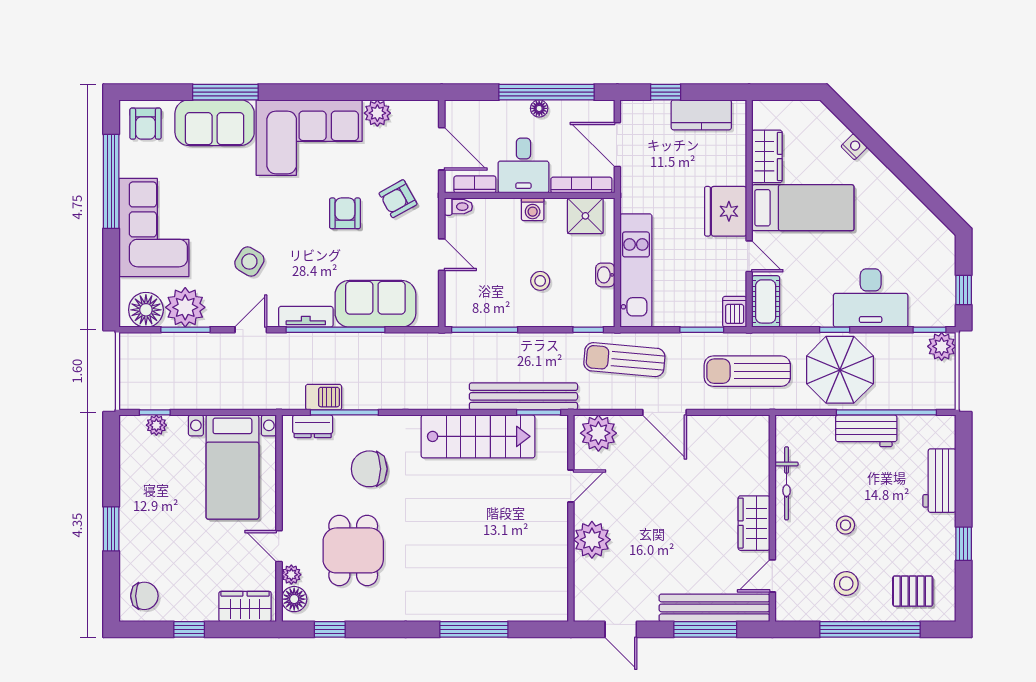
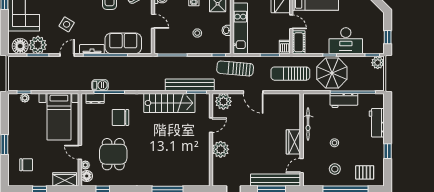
chair: (144, 596) -> (26, 165), moved

